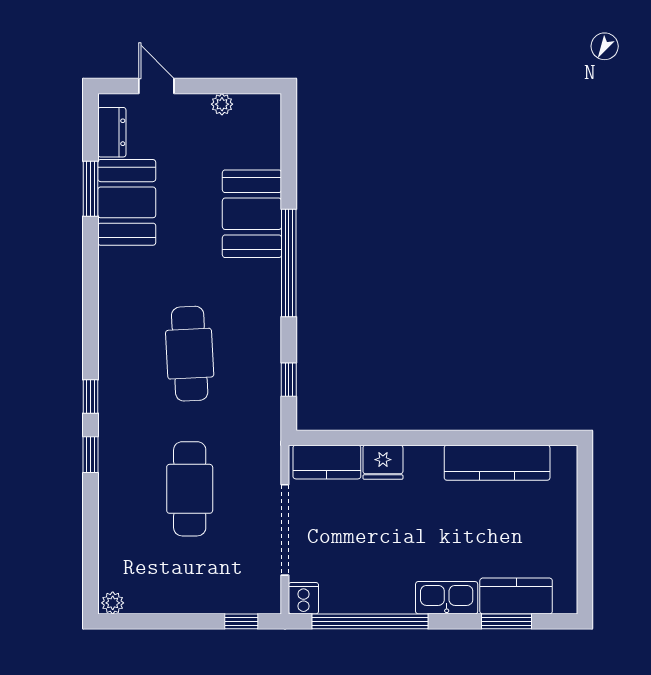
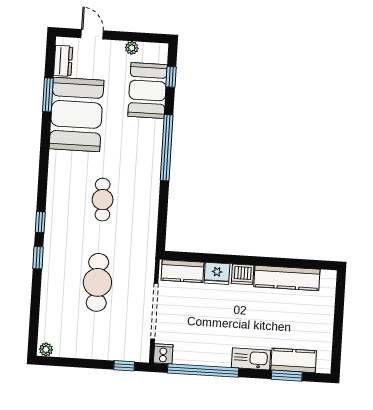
booth: (127, 202) -> (77, 114), width x1.36, depth x1.42
booth: (252, 214) -> (148, 90), moved
cafe table: (190, 354) -> (103, 200), width x0.73, depth x0.74
window: (289, 380) -> (171, 77), moved
dishwasher: (425, 461) -> (243, 274), added

